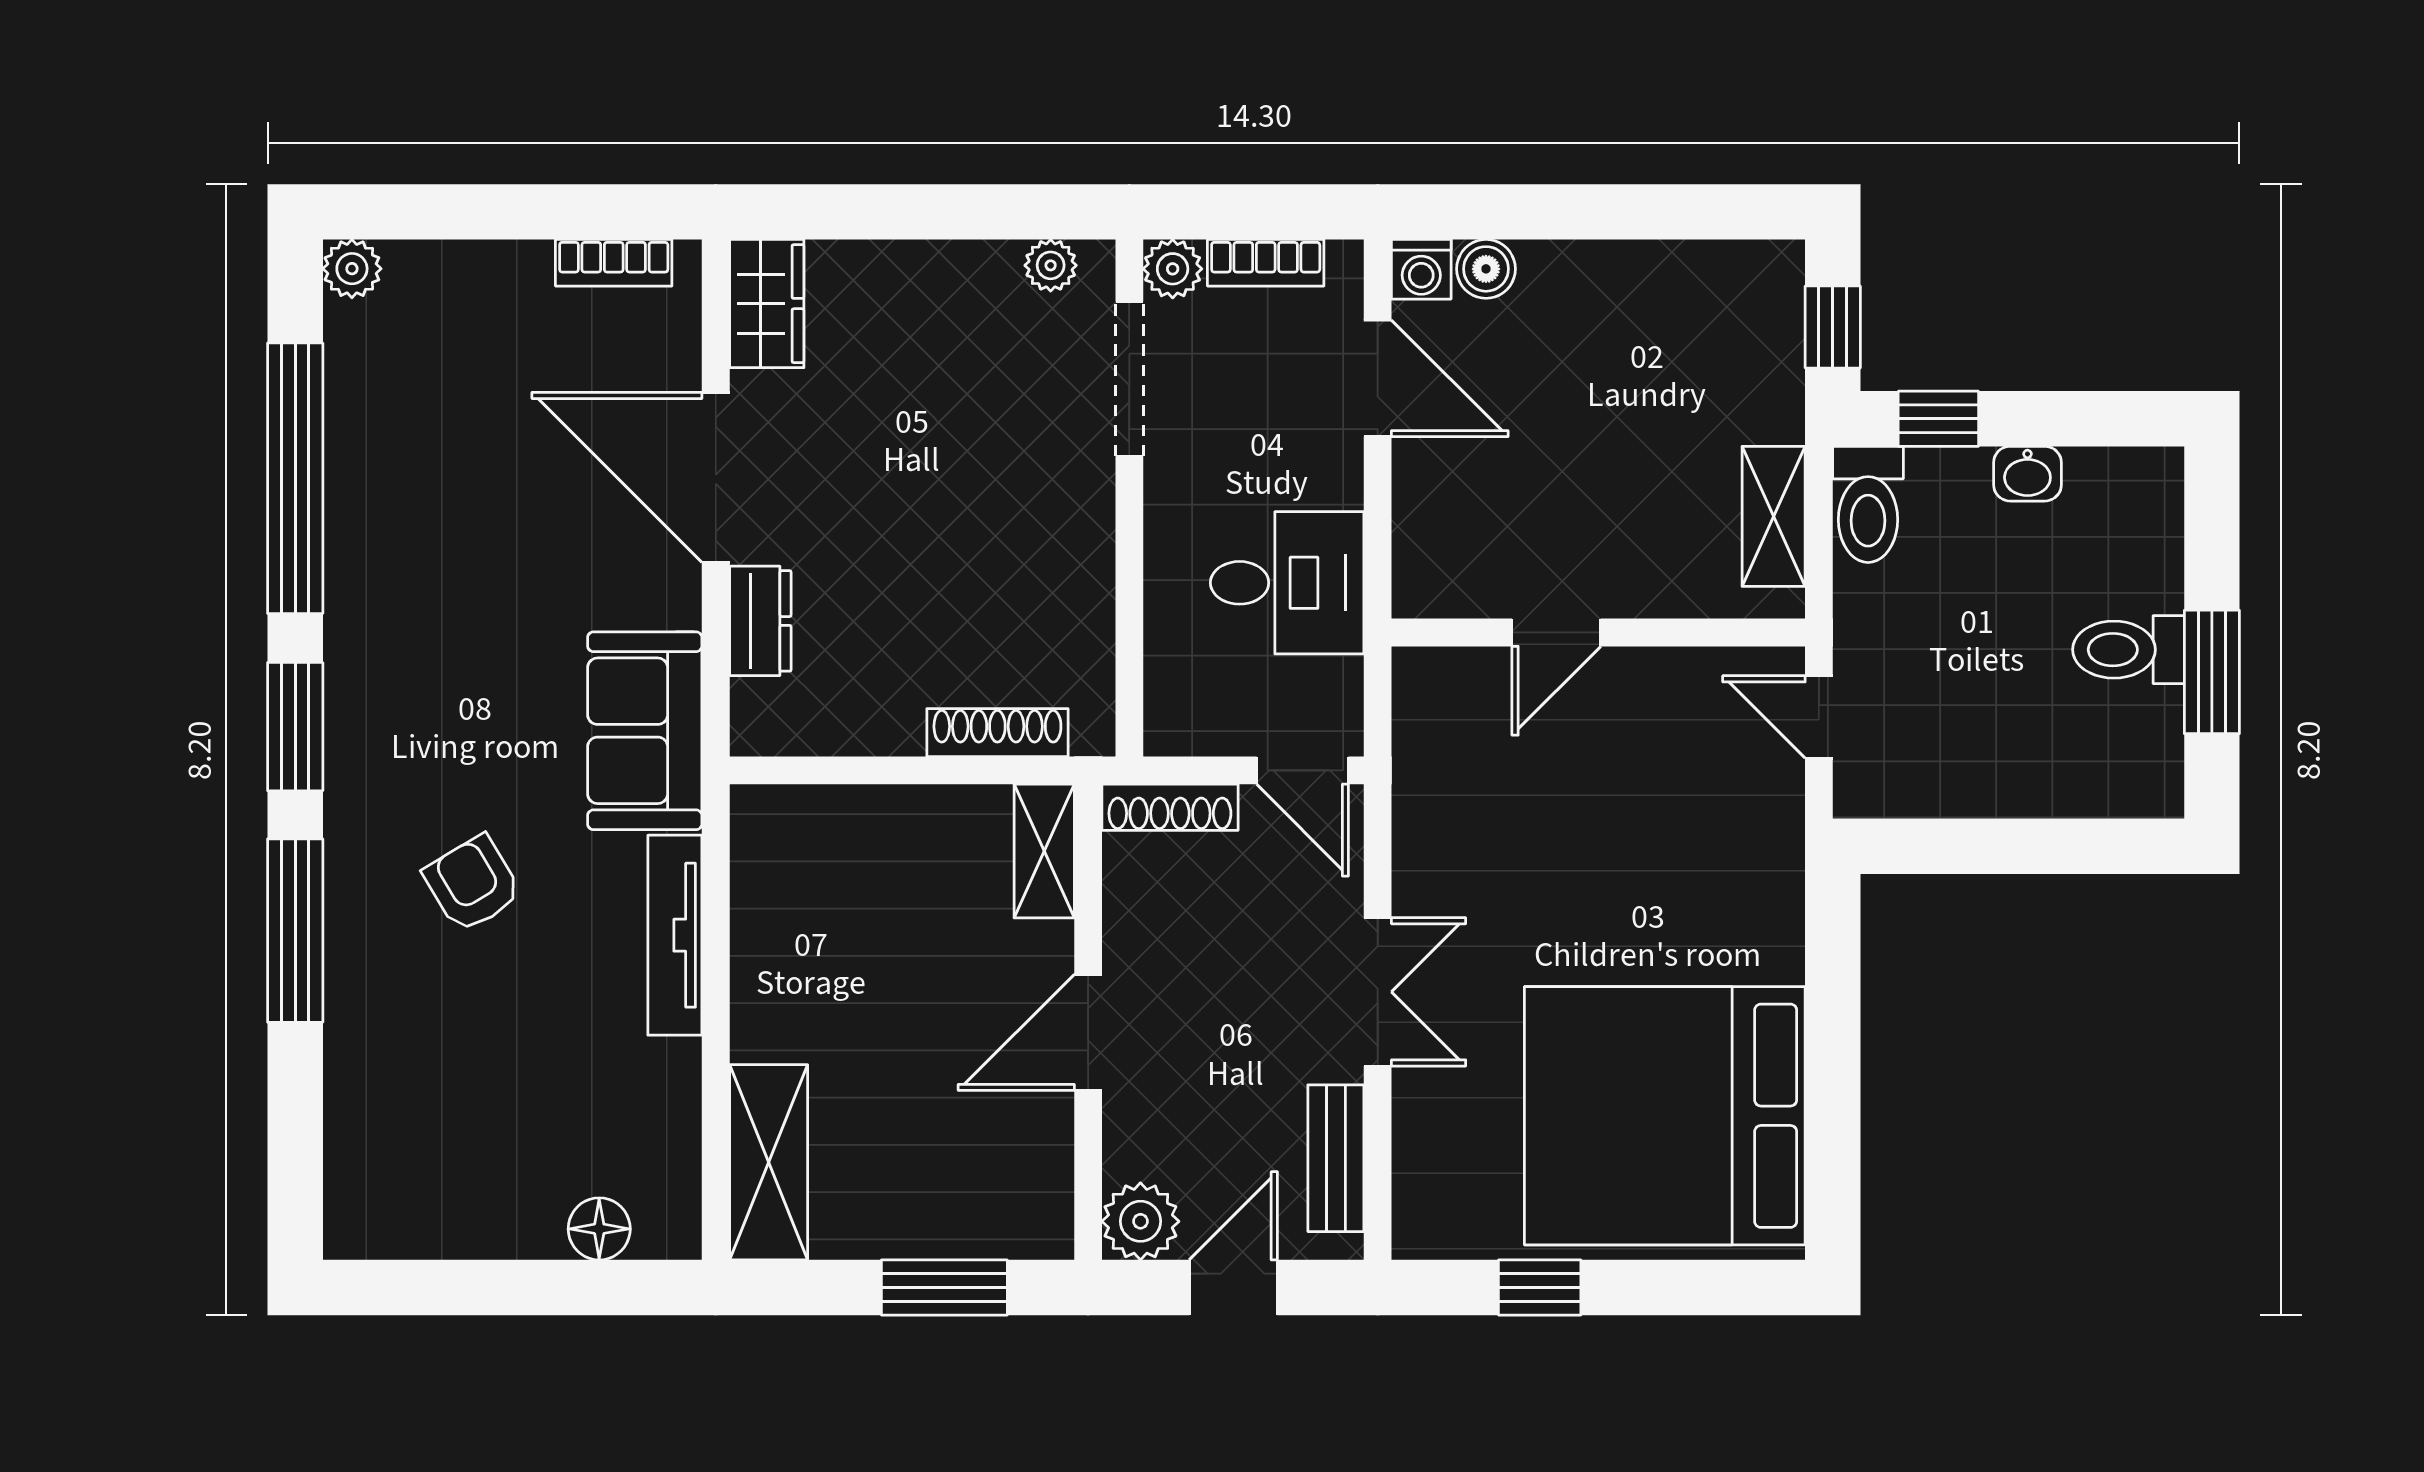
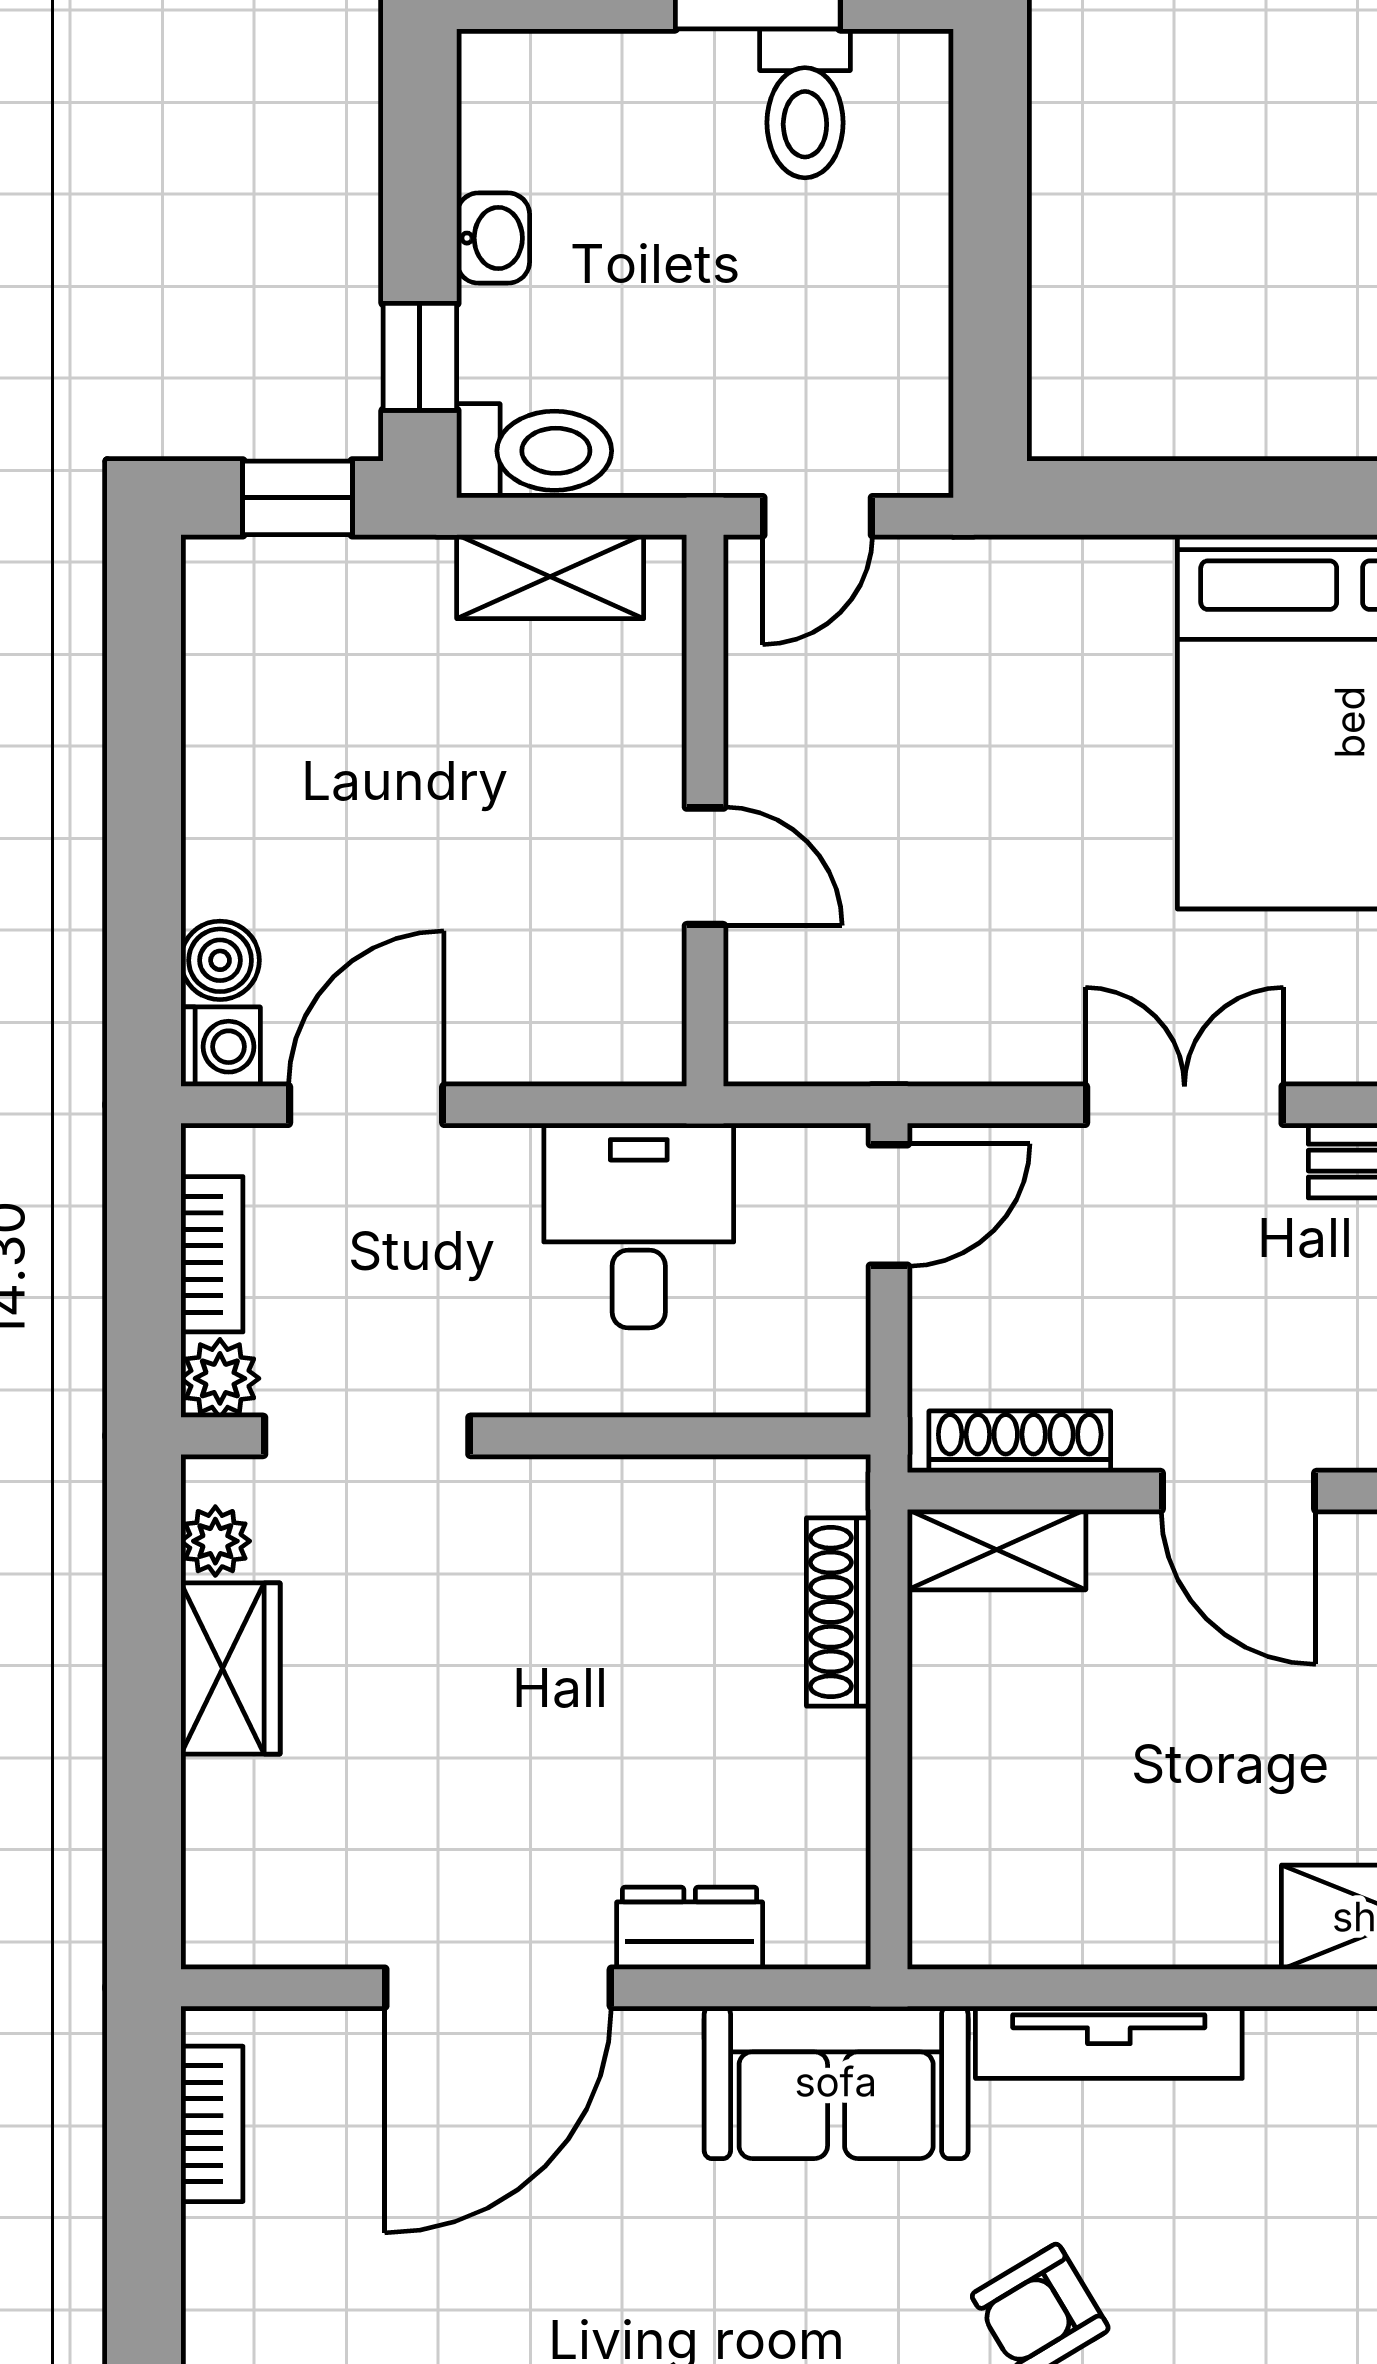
wardrobe: (767, 304) -> (230, 1668), moved, turned 90
toilet: (2128, 650) -> (805, 103), moved
shoe rack: (1170, 807) -> (1020, 1442), moved, turned -90

